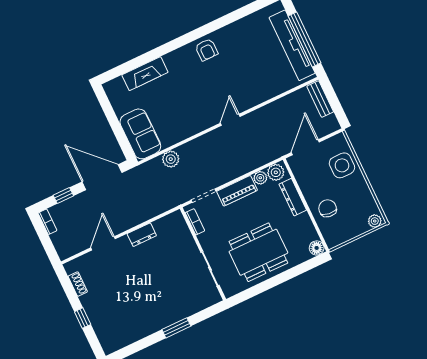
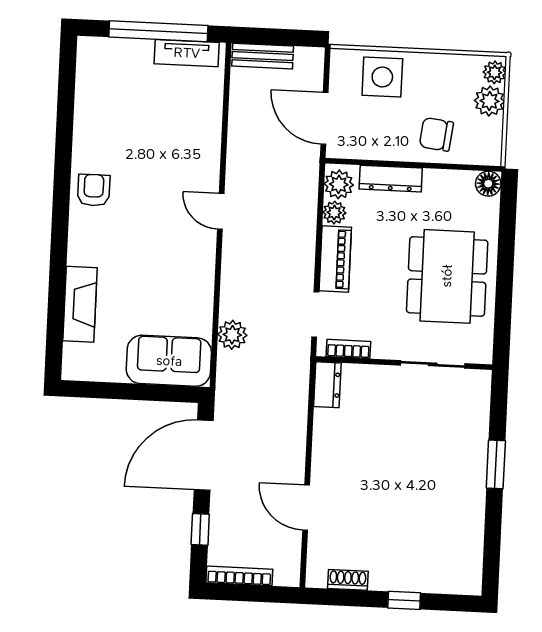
tv unit: (292, 45) -> (187, 53), width x0.52, depth x0.78
armchair: (207, 50) -> (94, 190), turned -90
bookcase: (47, 222) -> (239, 576), width x1.56
plant: (359, 226) -> (490, 101), added
dresser: (142, 235) -> (327, 385), moved

